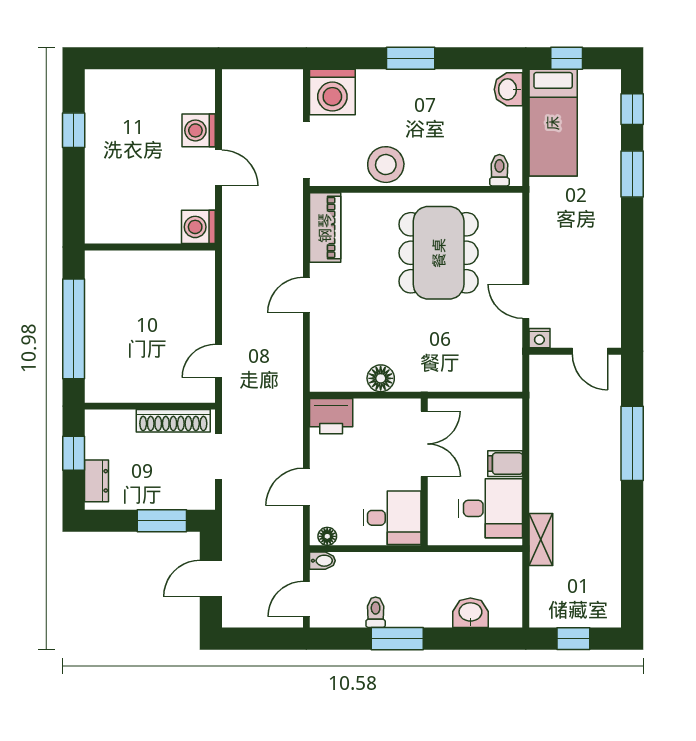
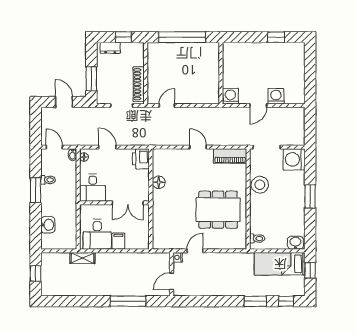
door: (219, 361) -> (167, 106), hinge flipped

